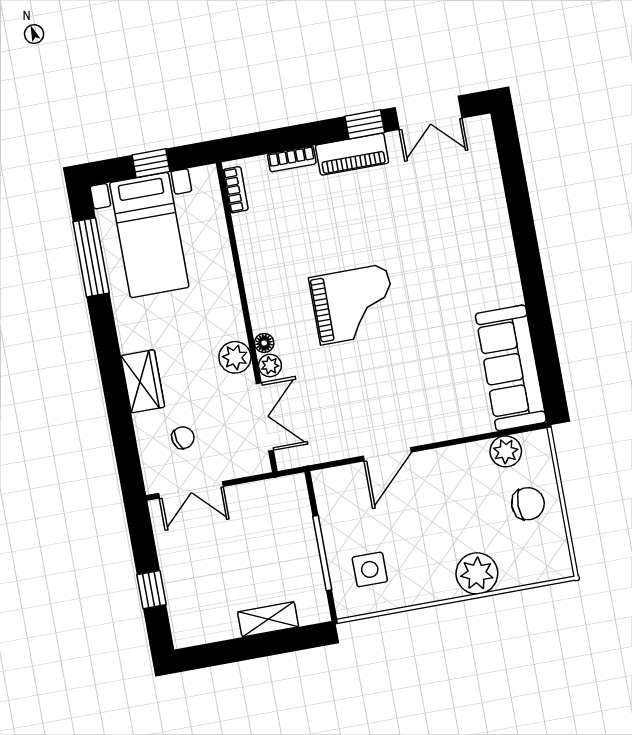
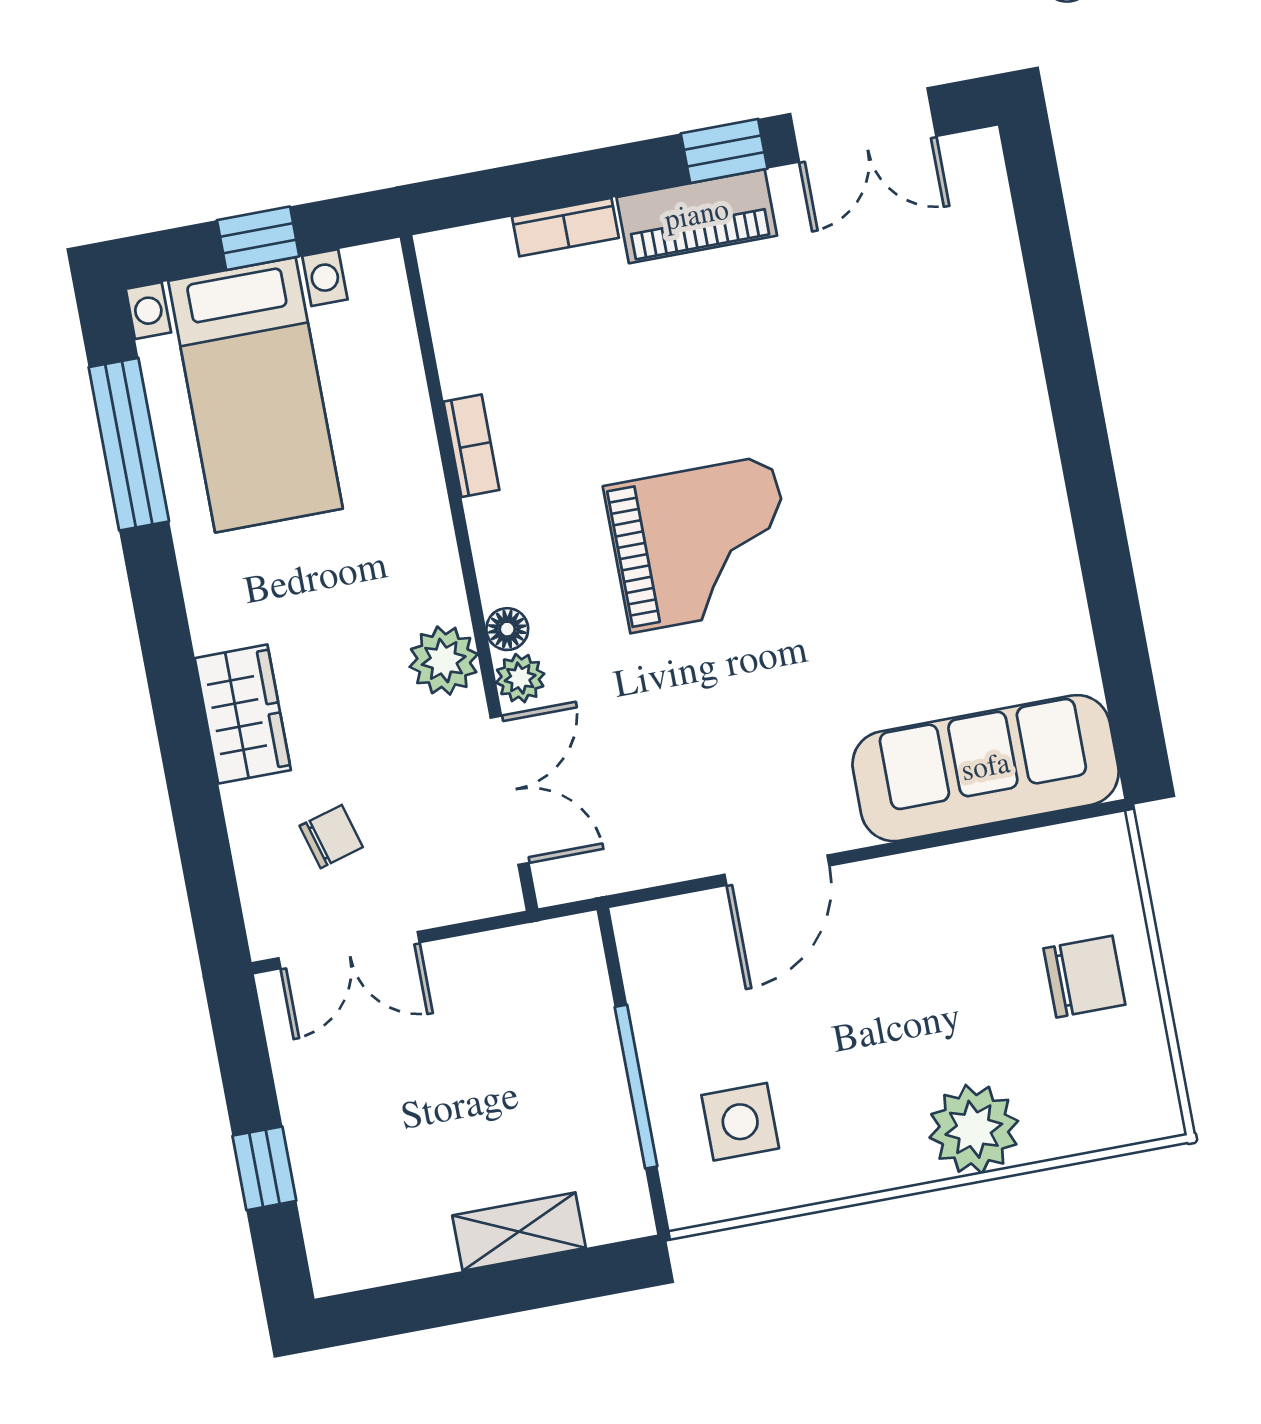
bookcase: (236, 190) -> (471, 446), moved
sofa: (511, 368) -> (986, 768), moved, turned 90
plant: (506, 451) -> (1035, 863), removed

